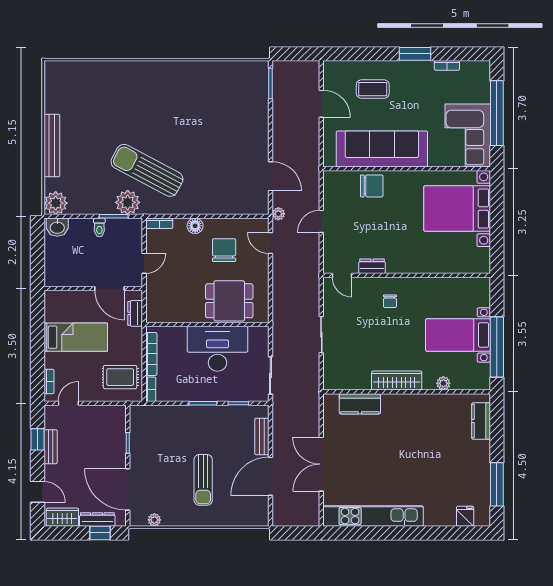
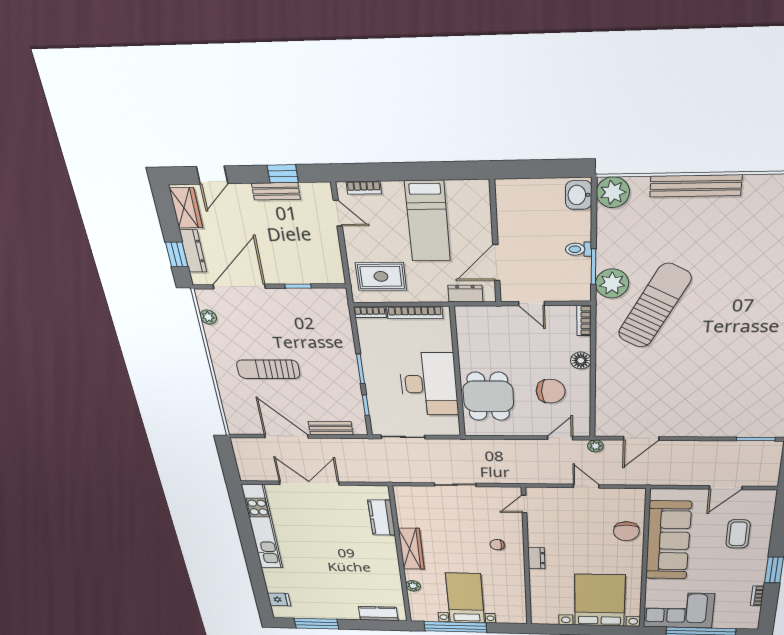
dresser: (372, 266) -> (536, 558), moved
rug: (120, 377) -> (381, 276), turned 90

